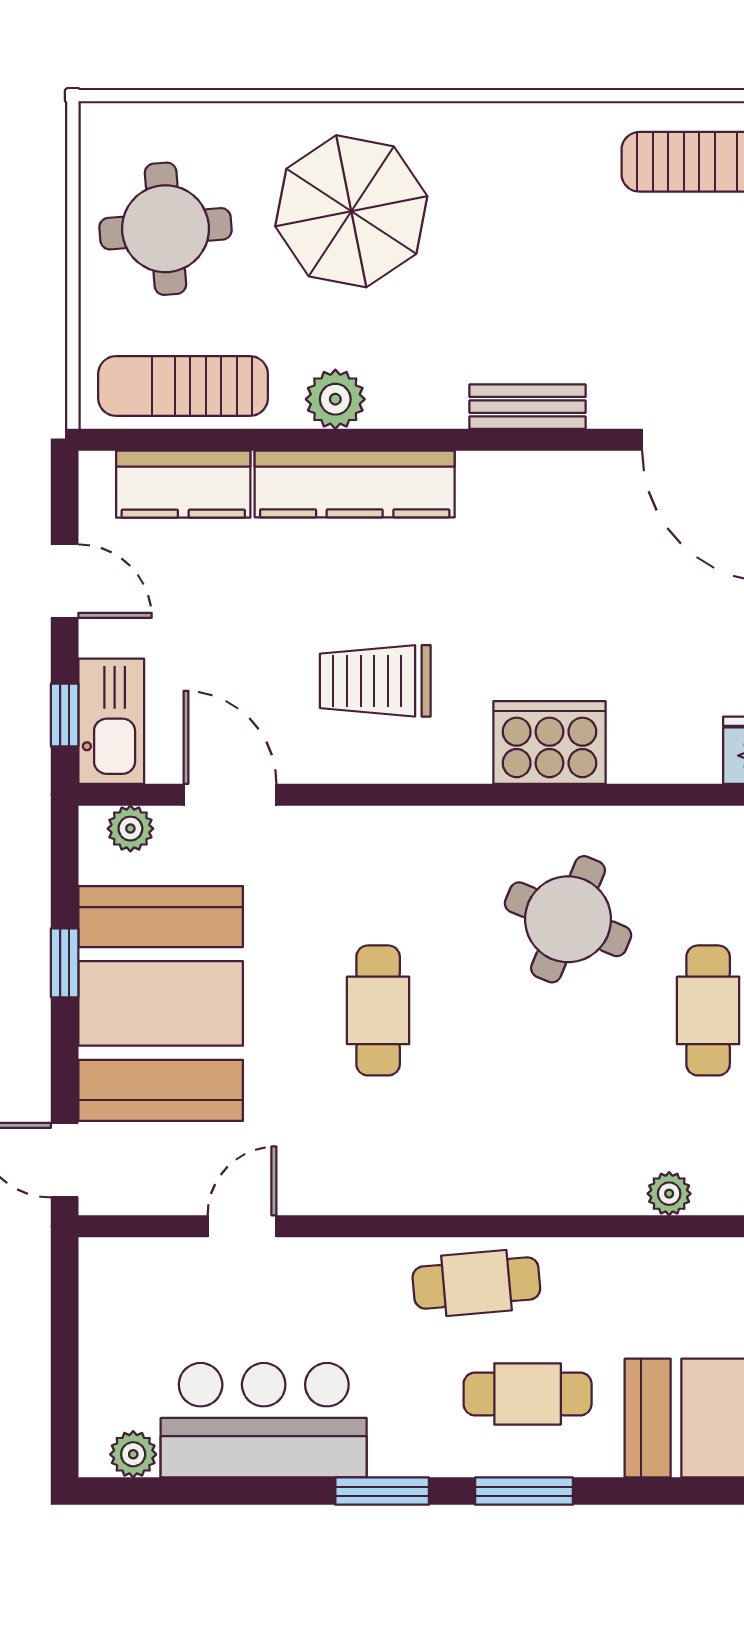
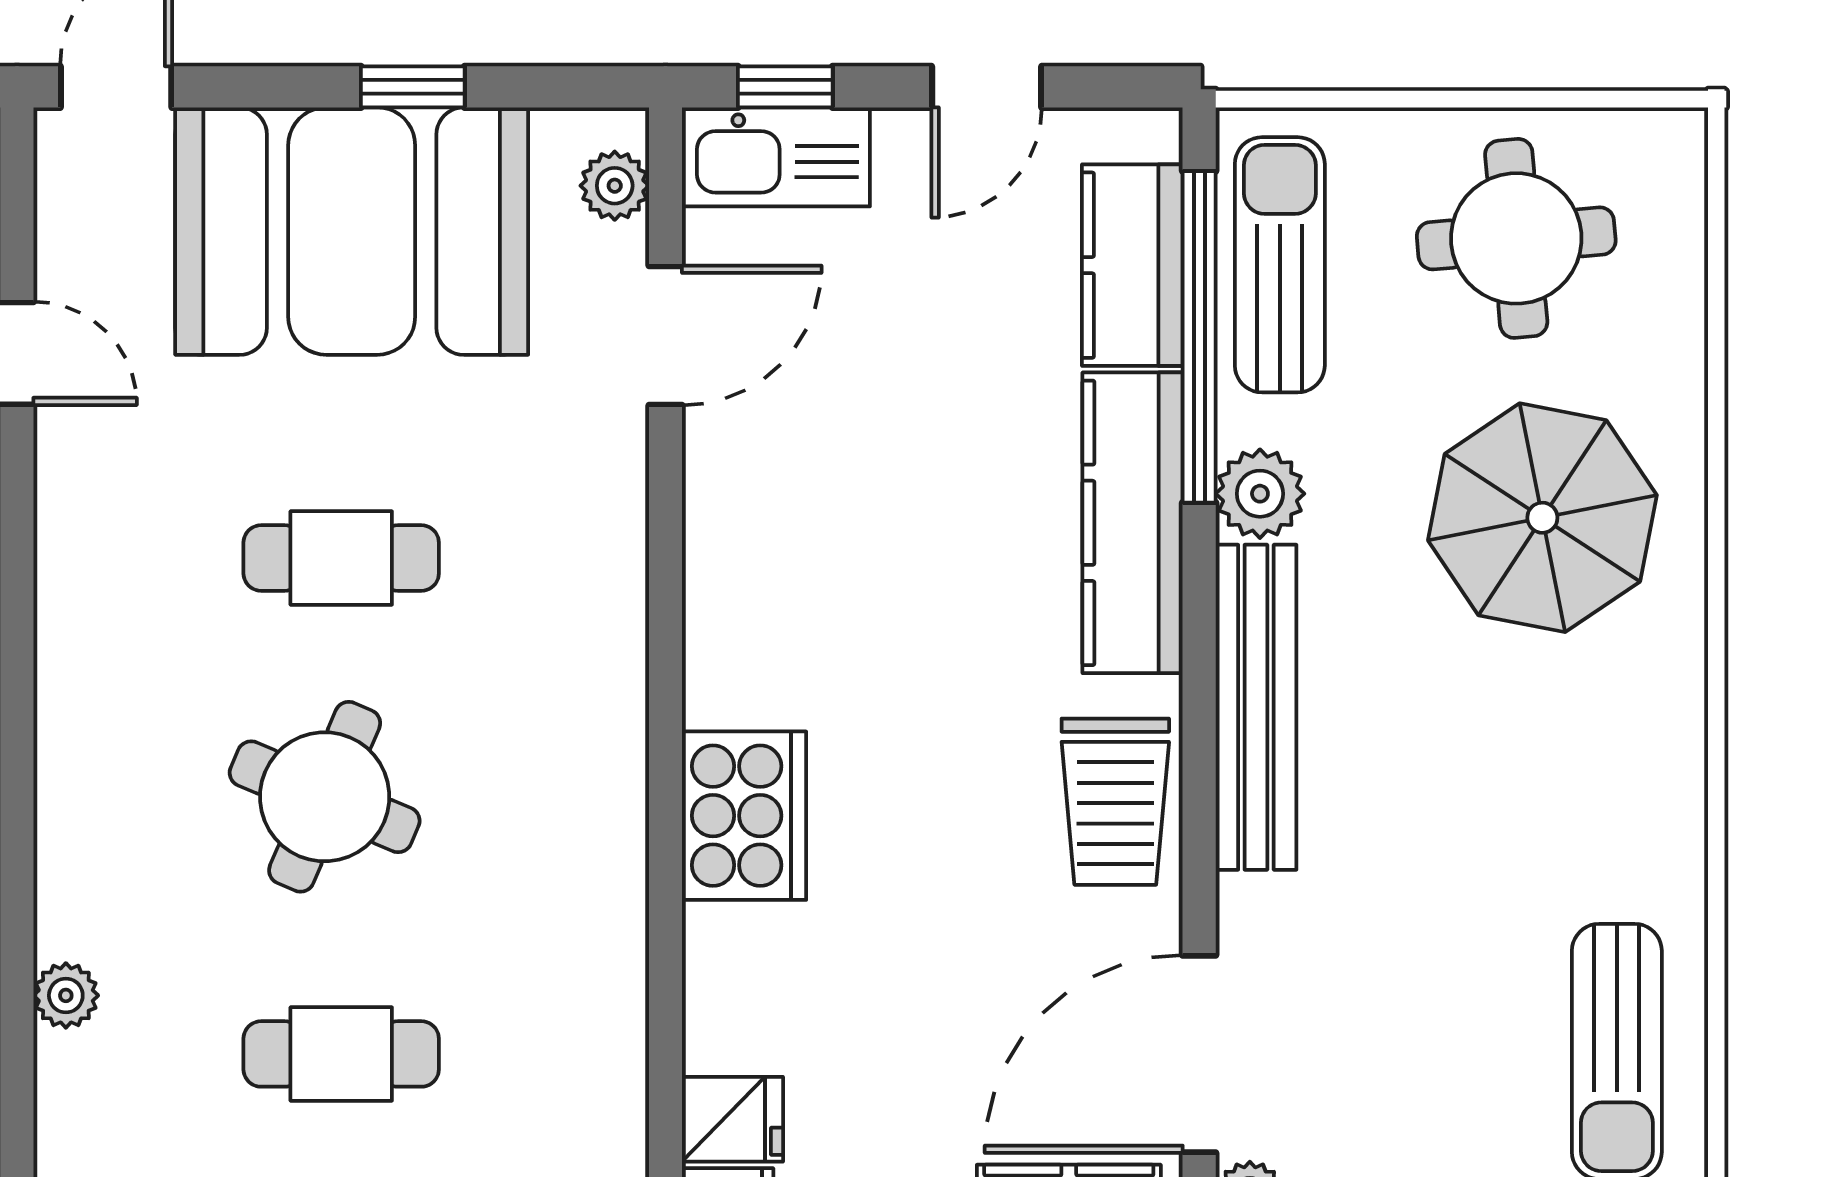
bench: (528, 407) -> (1256, 707), width x1.86, depth x1.21
window: (231, 440) -> (1199, 337), added
trolley: (375, 681) -> (1115, 802), moved, turned 180
round table: (568, 919) -> (325, 797), moved

